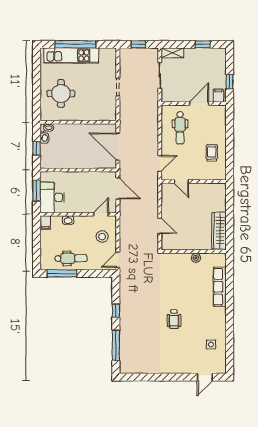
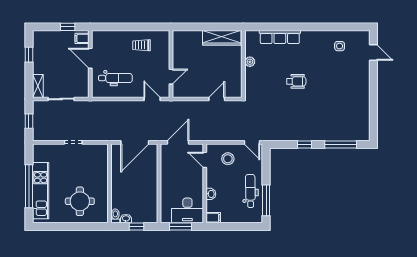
wheelchair: (174, 319) -> (296, 81), moved

